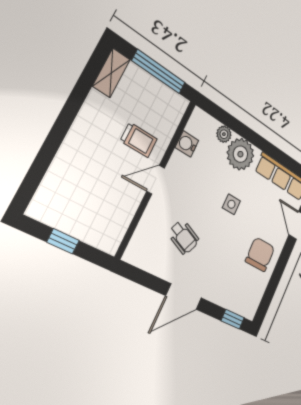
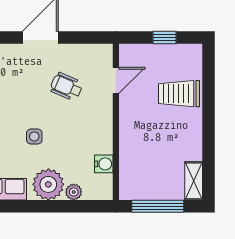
trolley: (139, 140) -> (179, 94), moved, width x1.36, depth x1.39
door: (156, 180) -> (116, 80), moved

